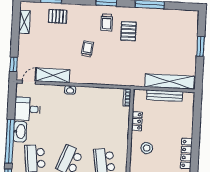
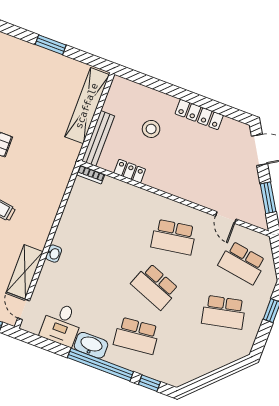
bench: (165, 96) -> (98, 138), moved
stool: (147, 148) -> (151, 129), moved

